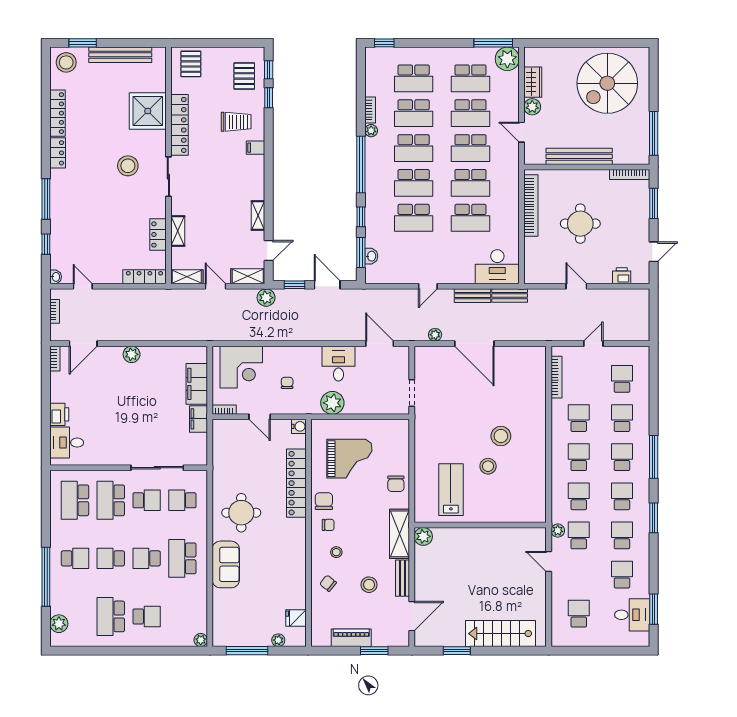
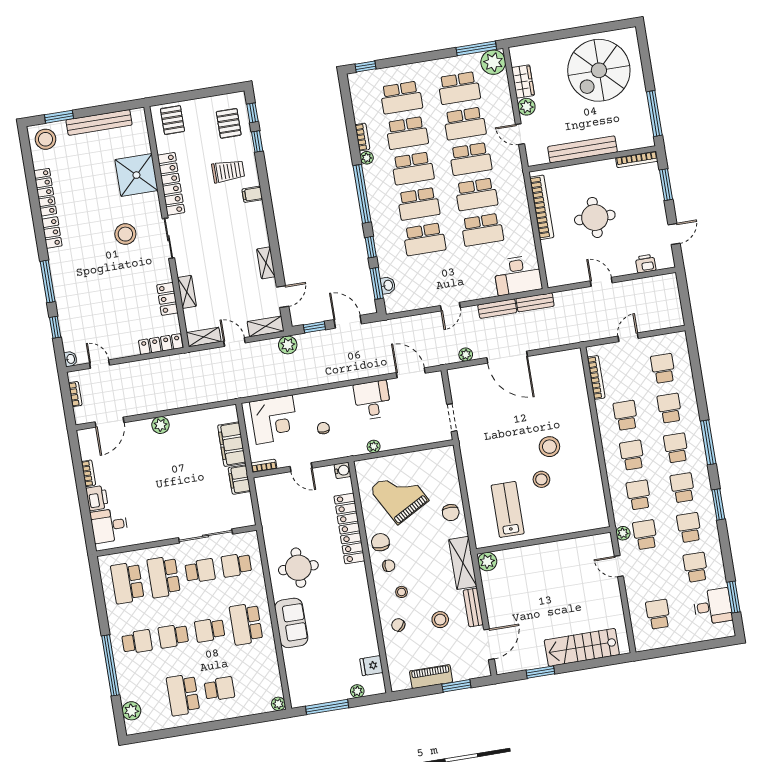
bookcase: (55, 359) -> (88, 473), moved
plant: (332, 403) -> (374, 446), width x0.53, depth x0.53
grand piano: (349, 459) -> (399, 495), turned -119

